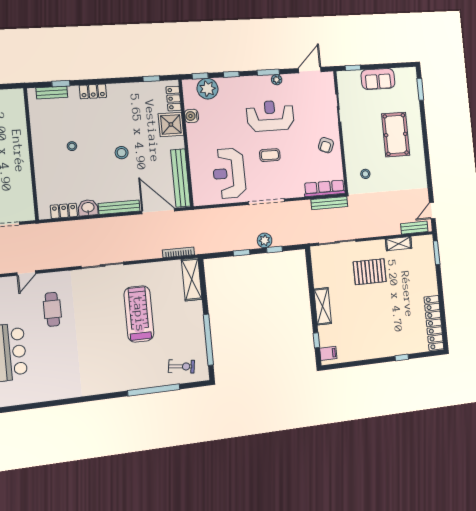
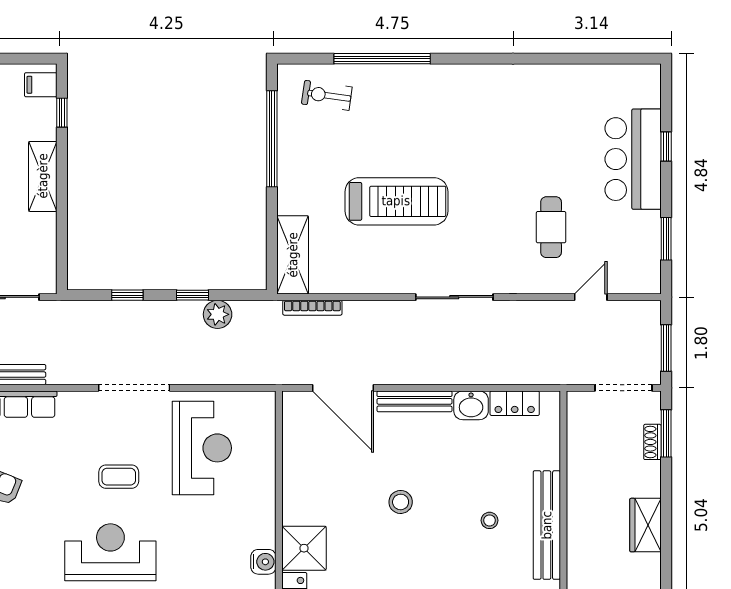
reception desk: (270, 116) -> (110, 552), turned 180
bench: (180, 178) -> (547, 525), moved
plant: (265, 240) -> (218, 314), moved
treadmill: (139, 314) -> (396, 201), turned -90

